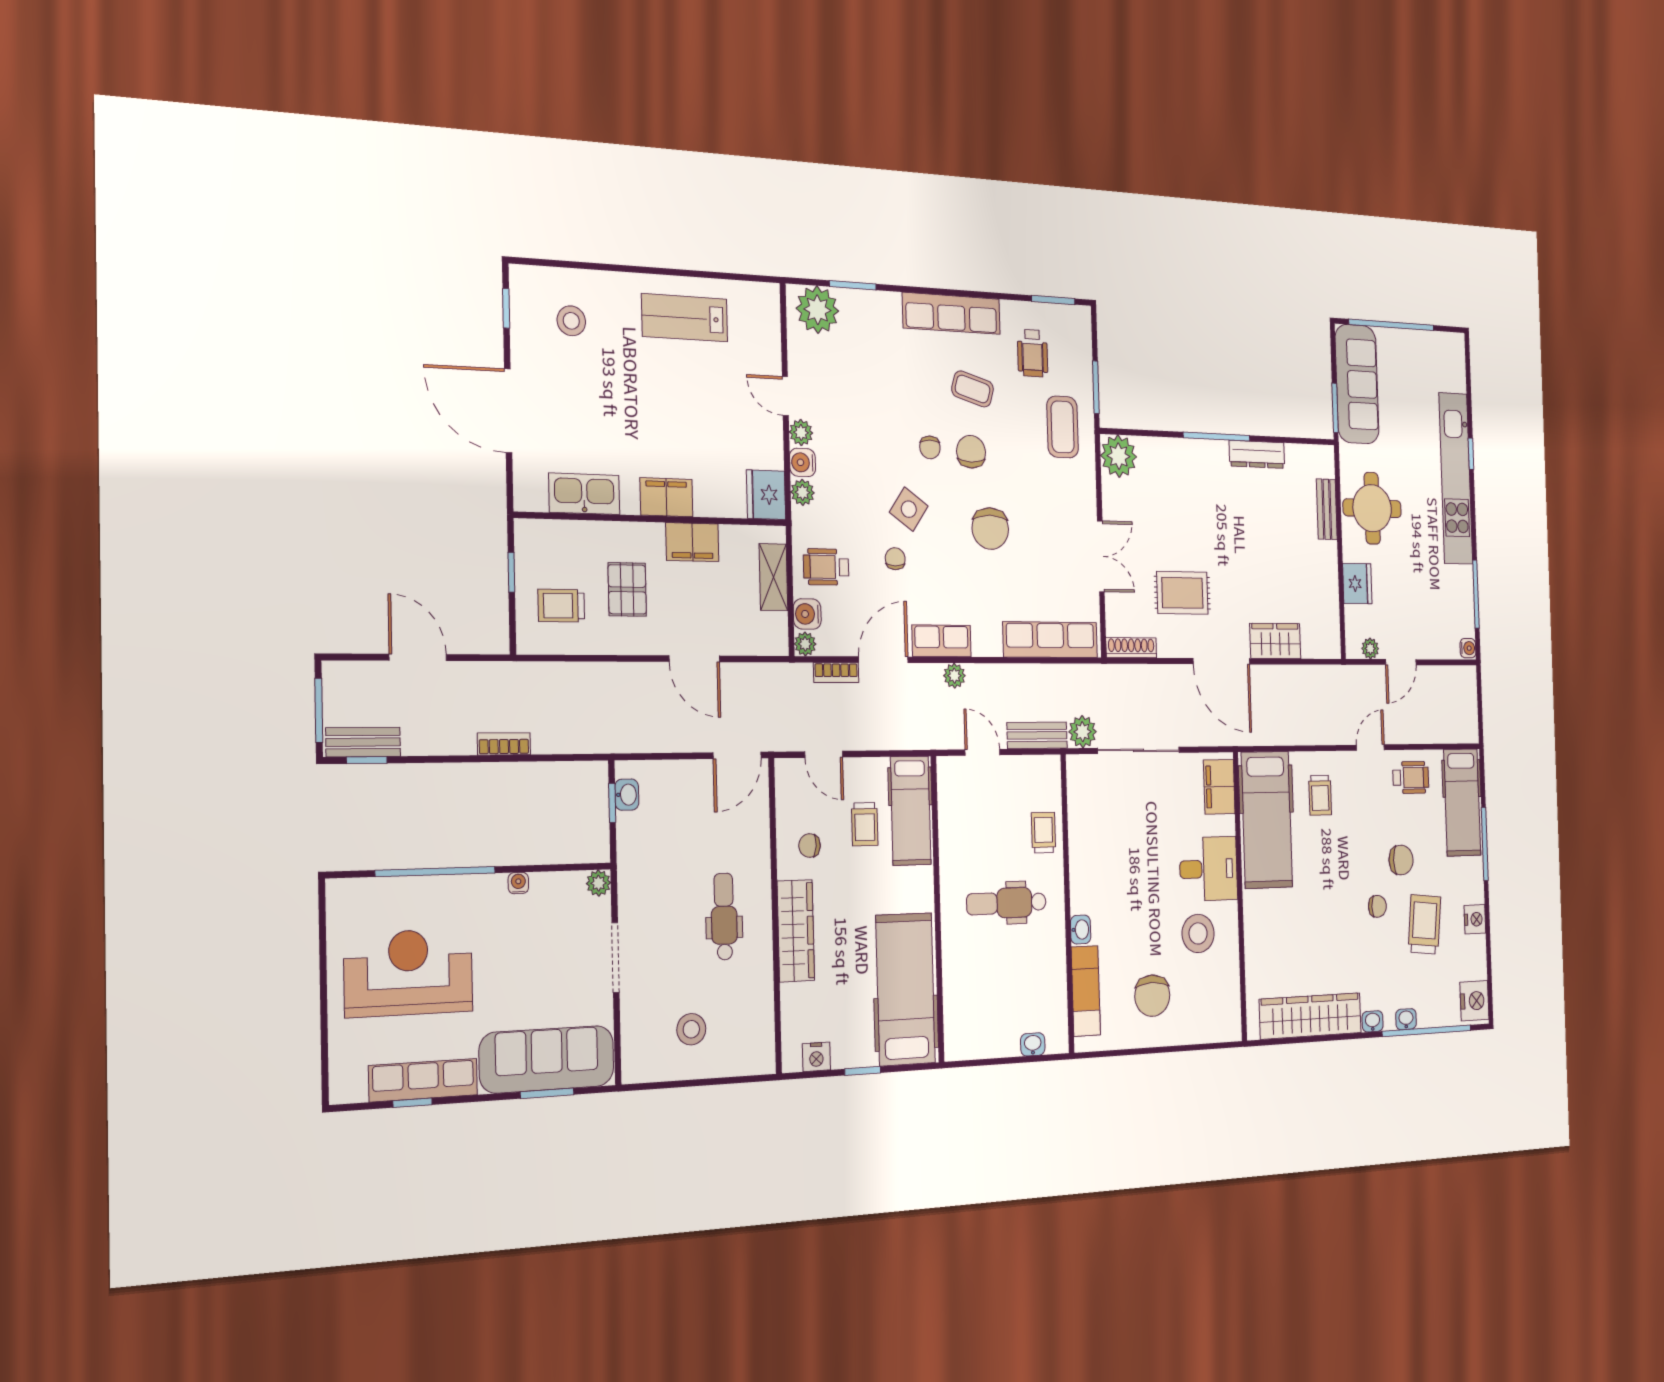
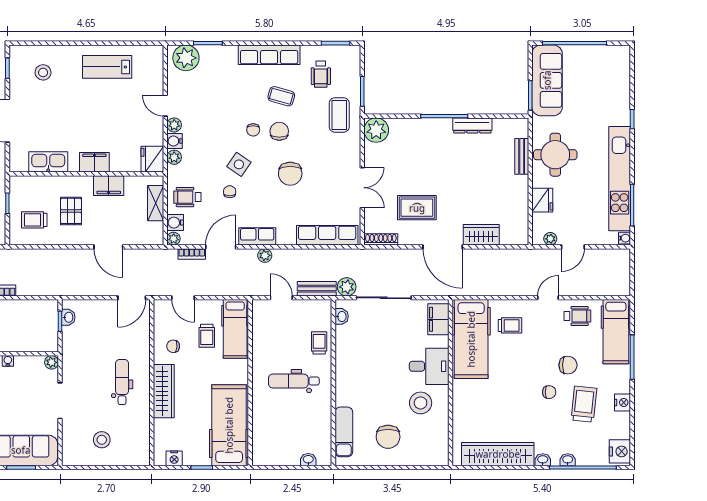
kitchen unit: (1456, 478) -> (620, 179), moved
trolley: (1320, 795) -> (510, 325), turned -90
washbasin: (1081, 930) -> (342, 316), moved

